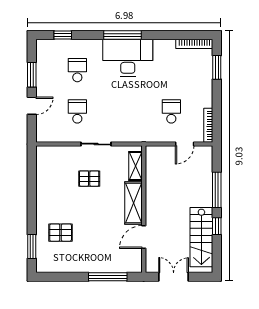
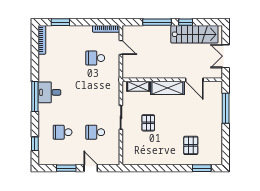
desk: (128, 58) -> (49, 92), width x0.53, depth x0.77

